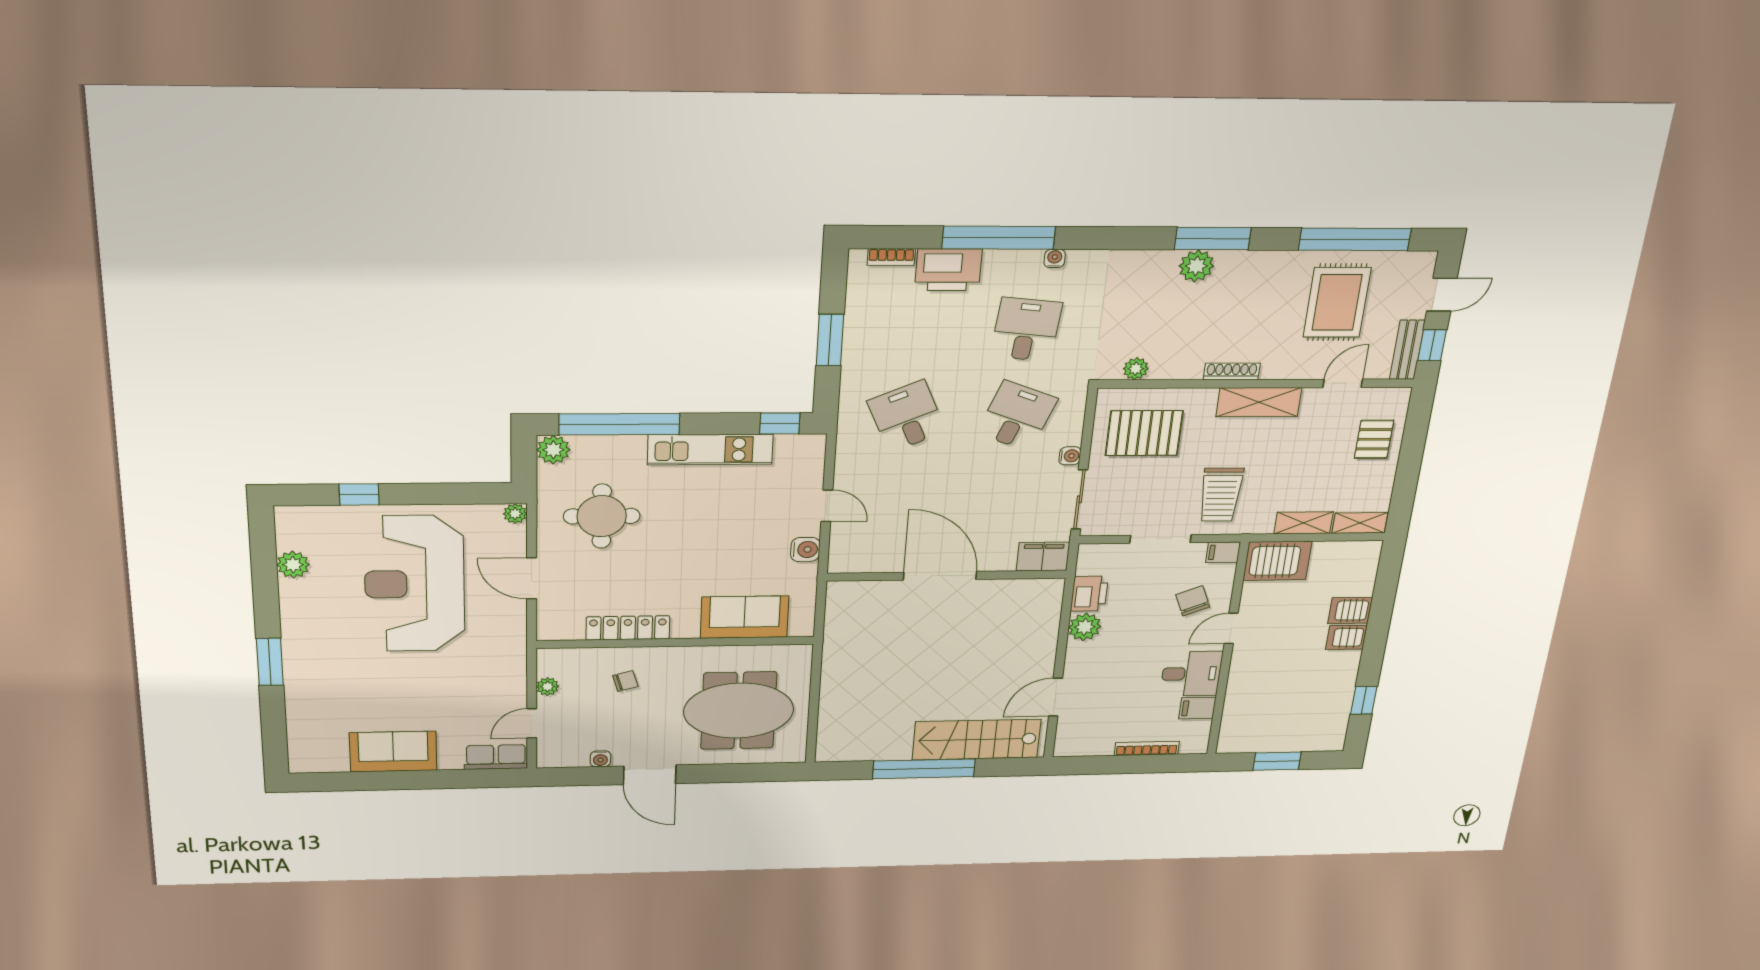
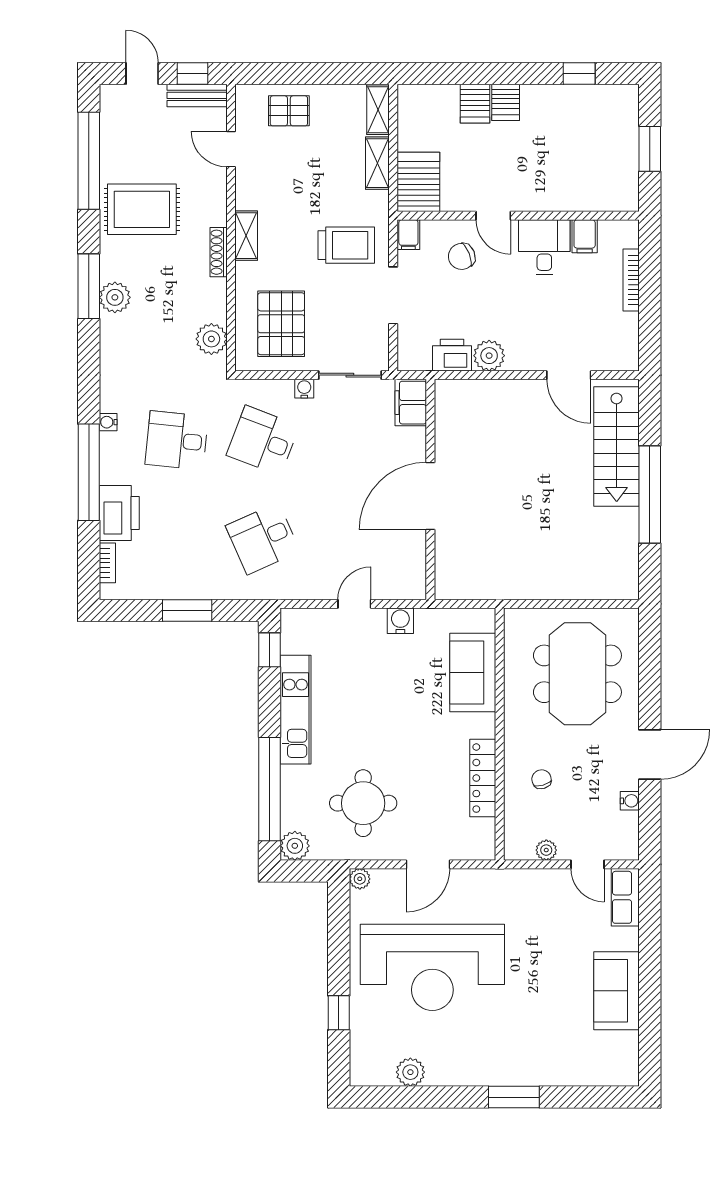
rug: (1337, 302) -> (142, 209), moved
plant: (1136, 369) -> (211, 339), width x1.38, depth x1.38
shelving: (1259, 402) -> (246, 236), width x0.67, depth x0.75

